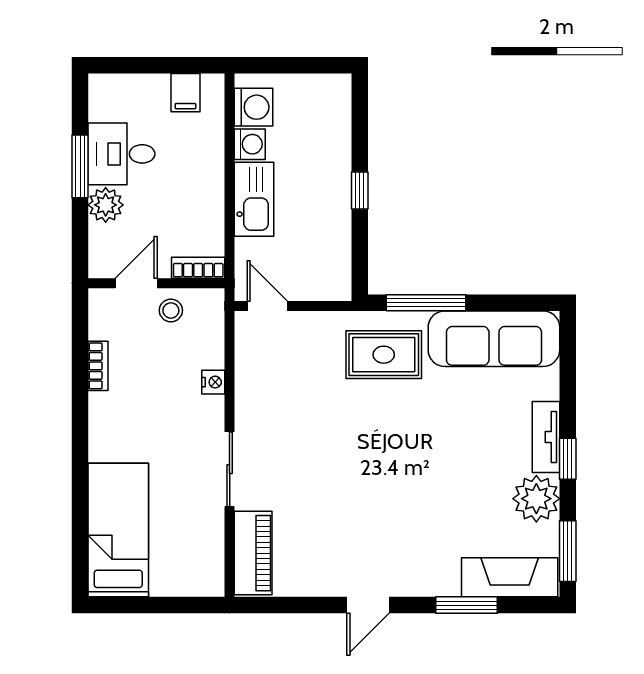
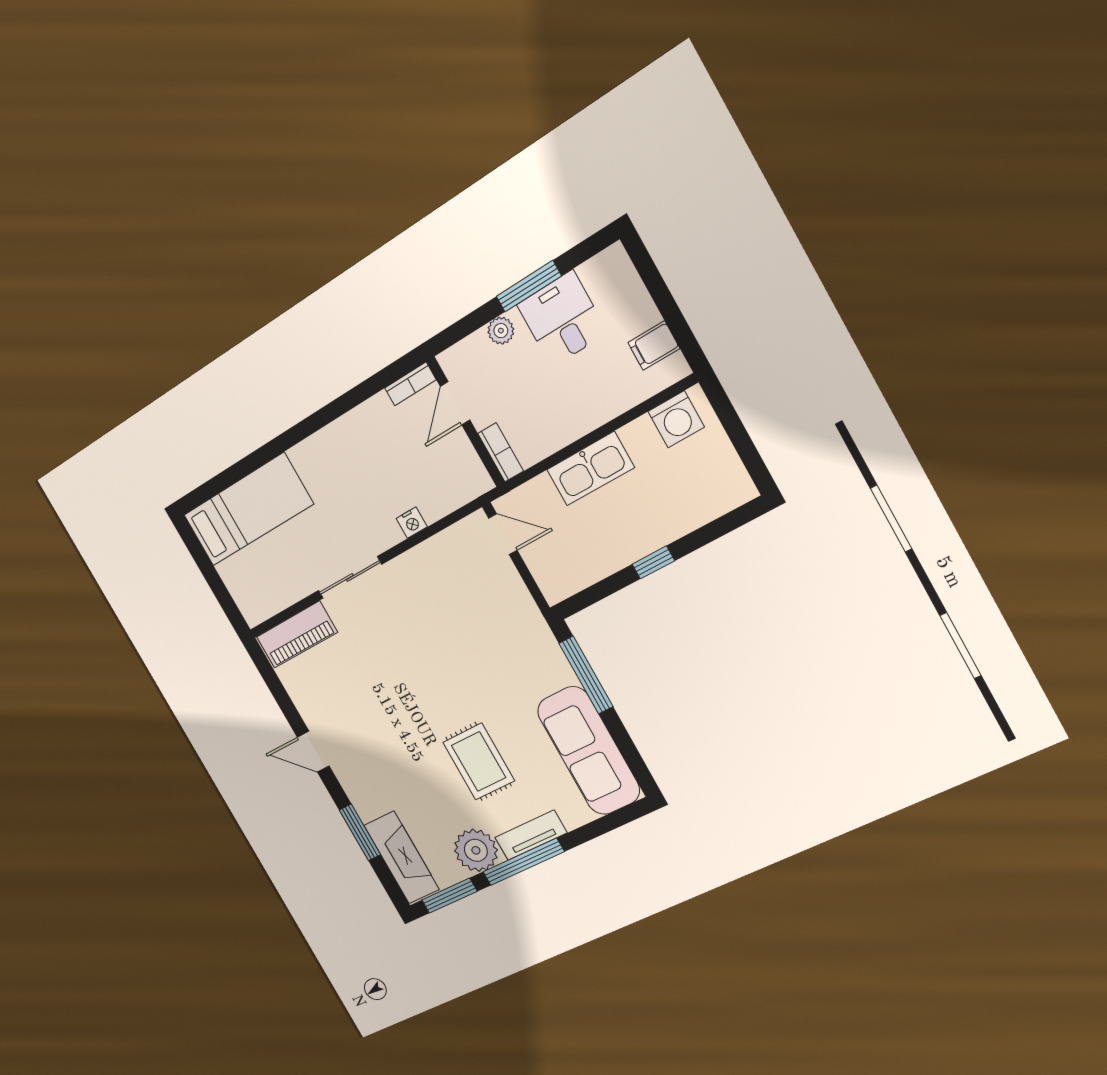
washing machine: (250, 144) -> (639, 436), removed
plant: (106, 205) -> (501, 331), width x0.73, depth x0.73
door: (136, 283) -> (455, 403), swing flipped
door: (267, 306) -> (503, 534), hinge flipped
stool: (171, 310) -> (450, 449), removed
rug: (384, 355) -> (479, 762), moved
bookcase: (98, 366) -> (410, 384), moved
window: (568, 459) -> (523, 862), width x2.17

